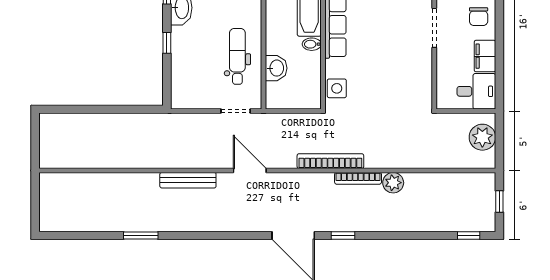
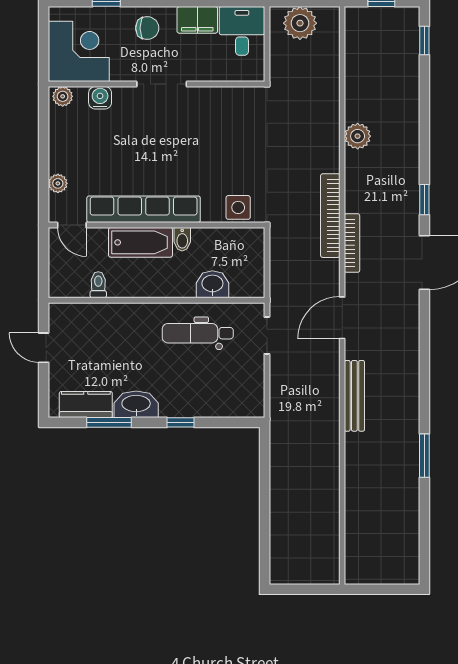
bookcase: (358, 178) -> (352, 243), moved

